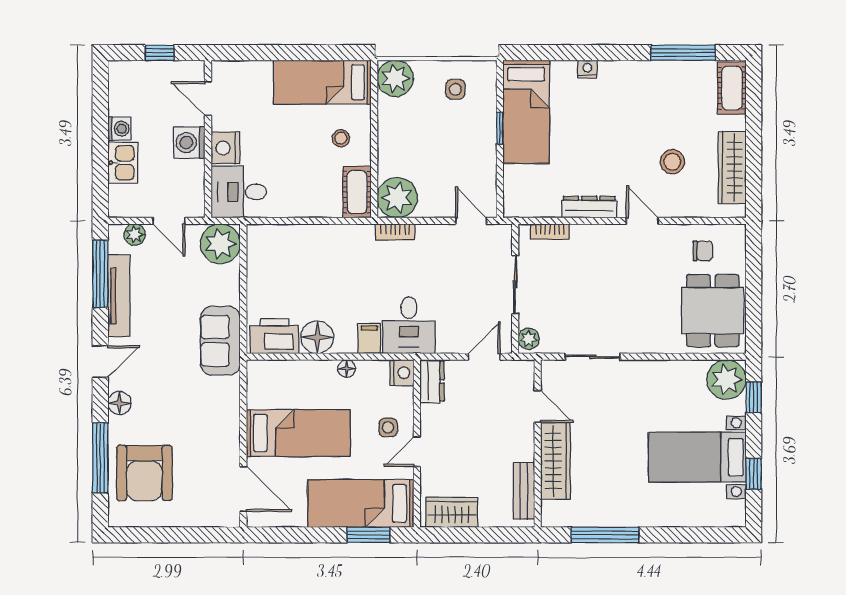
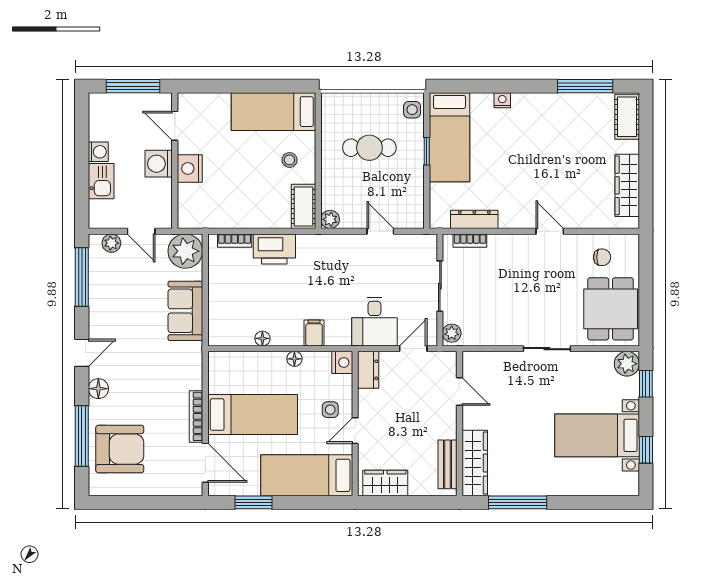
window: (160, 53) -> (133, 86), width x2.17
plant: (395, 78) -> (336, 108), removed
side table: (455, 89) -> (412, 110), moved
cafe table: (433, 124) -> (369, 148), added
stool: (672, 162) -> (576, 180), removed
desk: (239, 192) -> (201, 206), removed
plant: (397, 198) -> (330, 219), width x0.53, depth x0.53
dresser: (589, 207) -> (474, 219), moved
door: (471, 221) -> (380, 231), moved
bookcase: (395, 232) -> (235, 241), moved
tv unit: (119, 296) -> (98, 296), removed
desk: (409, 325) -> (374, 322), moved
printer: (274, 336) -> (274, 249), moved, turned 180
floor lamp: (317, 337) -> (262, 338), width x0.53, depth x0.53
sofa: (220, 341) -> (185, 311), moved
sliding door: (593, 357) -> (547, 349), moved
plant: (726, 379) -> (627, 364), width x0.73, depth x0.73
bookcase: (233, 435) -> (196, 416), added
wardrobe: (555, 461) -> (475, 463), moved
armchair: (144, 473) -> (120, 449), turned -90
window: (368, 535) -> (254, 502), moved

